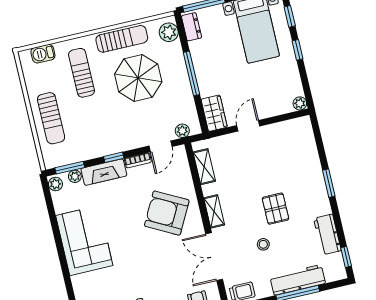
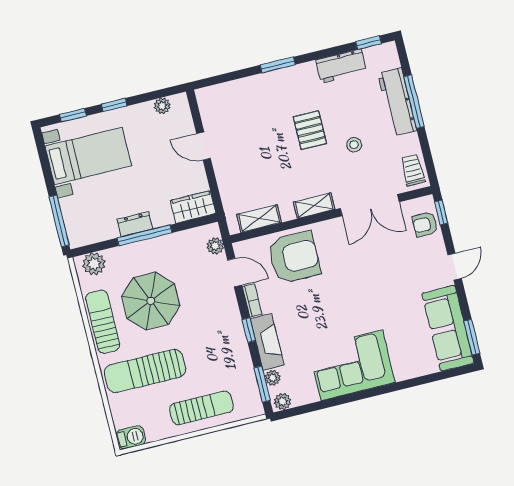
dresser: (192, 27) -> (135, 224), moved
barbecue: (43, 54) -> (131, 437), moved, turned -90
sun lounger: (81, 73) -> (145, 371), width x1.36, depth x1.34
plant: (300, 103) -> (162, 106), moved
door: (248, 126) -> (204, 146), moved
pallet: (275, 209) -> (310, 130), turned 90
armchair: (167, 213) -> (294, 257), moved, turned -118

